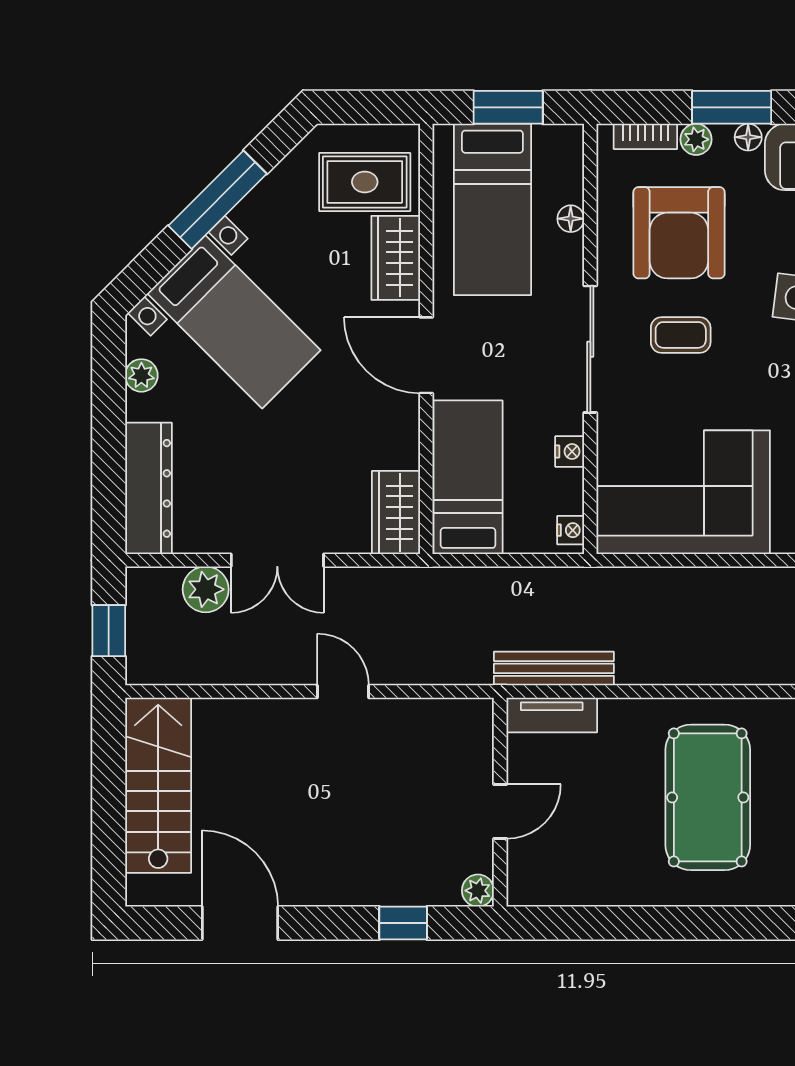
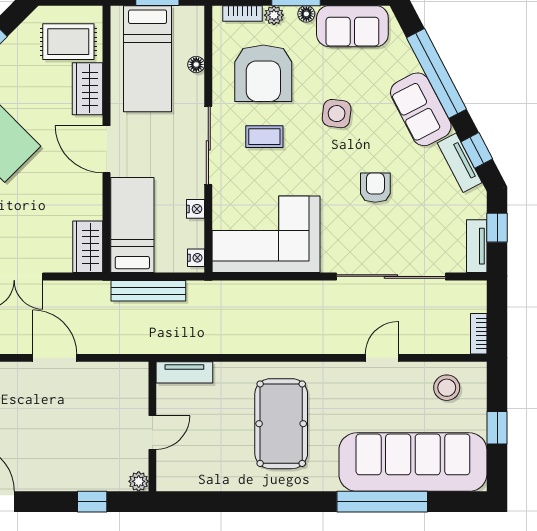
bench: (554, 668) -> (148, 291), moved
door: (343, 691) -> (55, 358), width x1.38

